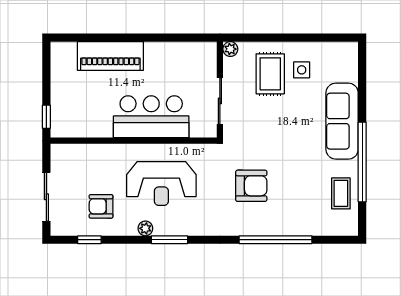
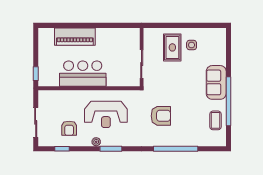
plant: (230, 49) -> (148, 32), removed
bar counter: (151, 117) -> (83, 74), moved
sofa: (342, 121) -> (216, 82), width x0.73
armchair: (101, 206) -> (69, 128), turned -90

